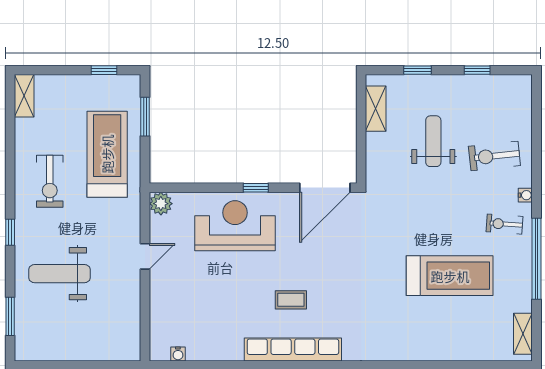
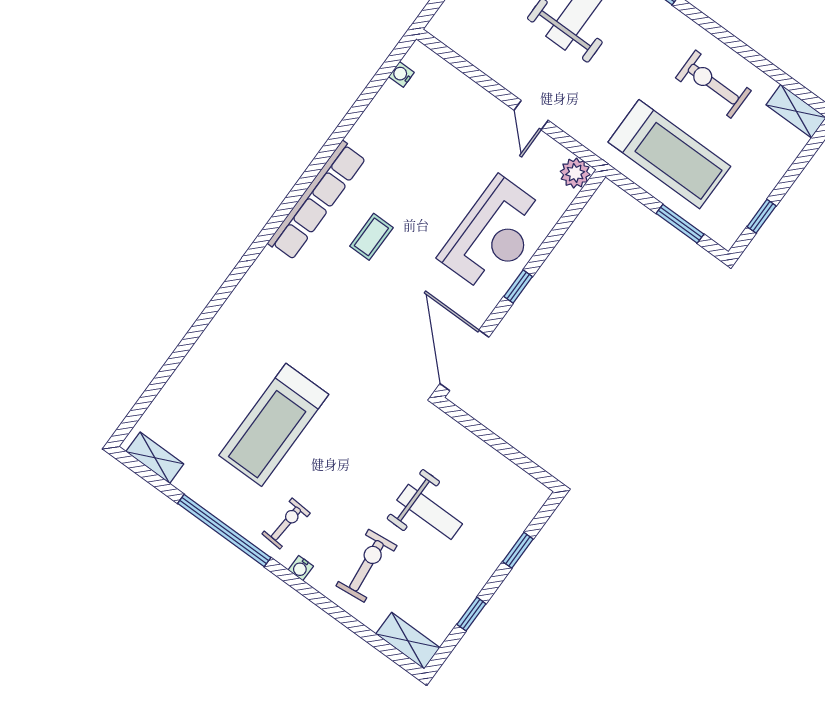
shelving: (376, 109) -> (408, 641), moved
exercise bike: (50, 181) -> (713, 84), moved

